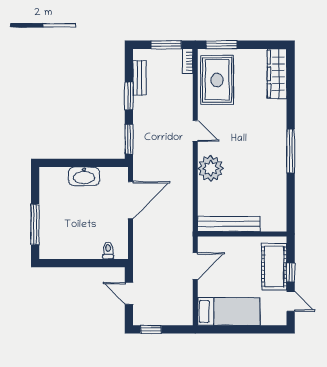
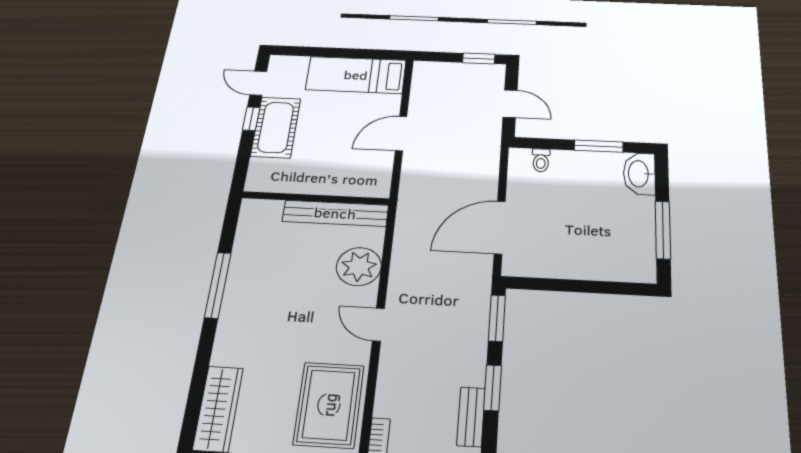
washbasin: (84, 176) -> (639, 174), moved, turned -90
window: (35, 224) -> (663, 230), moved
bench: (229, 224) -> (335, 213), moved
wall: (242, 234) -> (315, 198), moved
window: (73, 263) -> (599, 146), added

